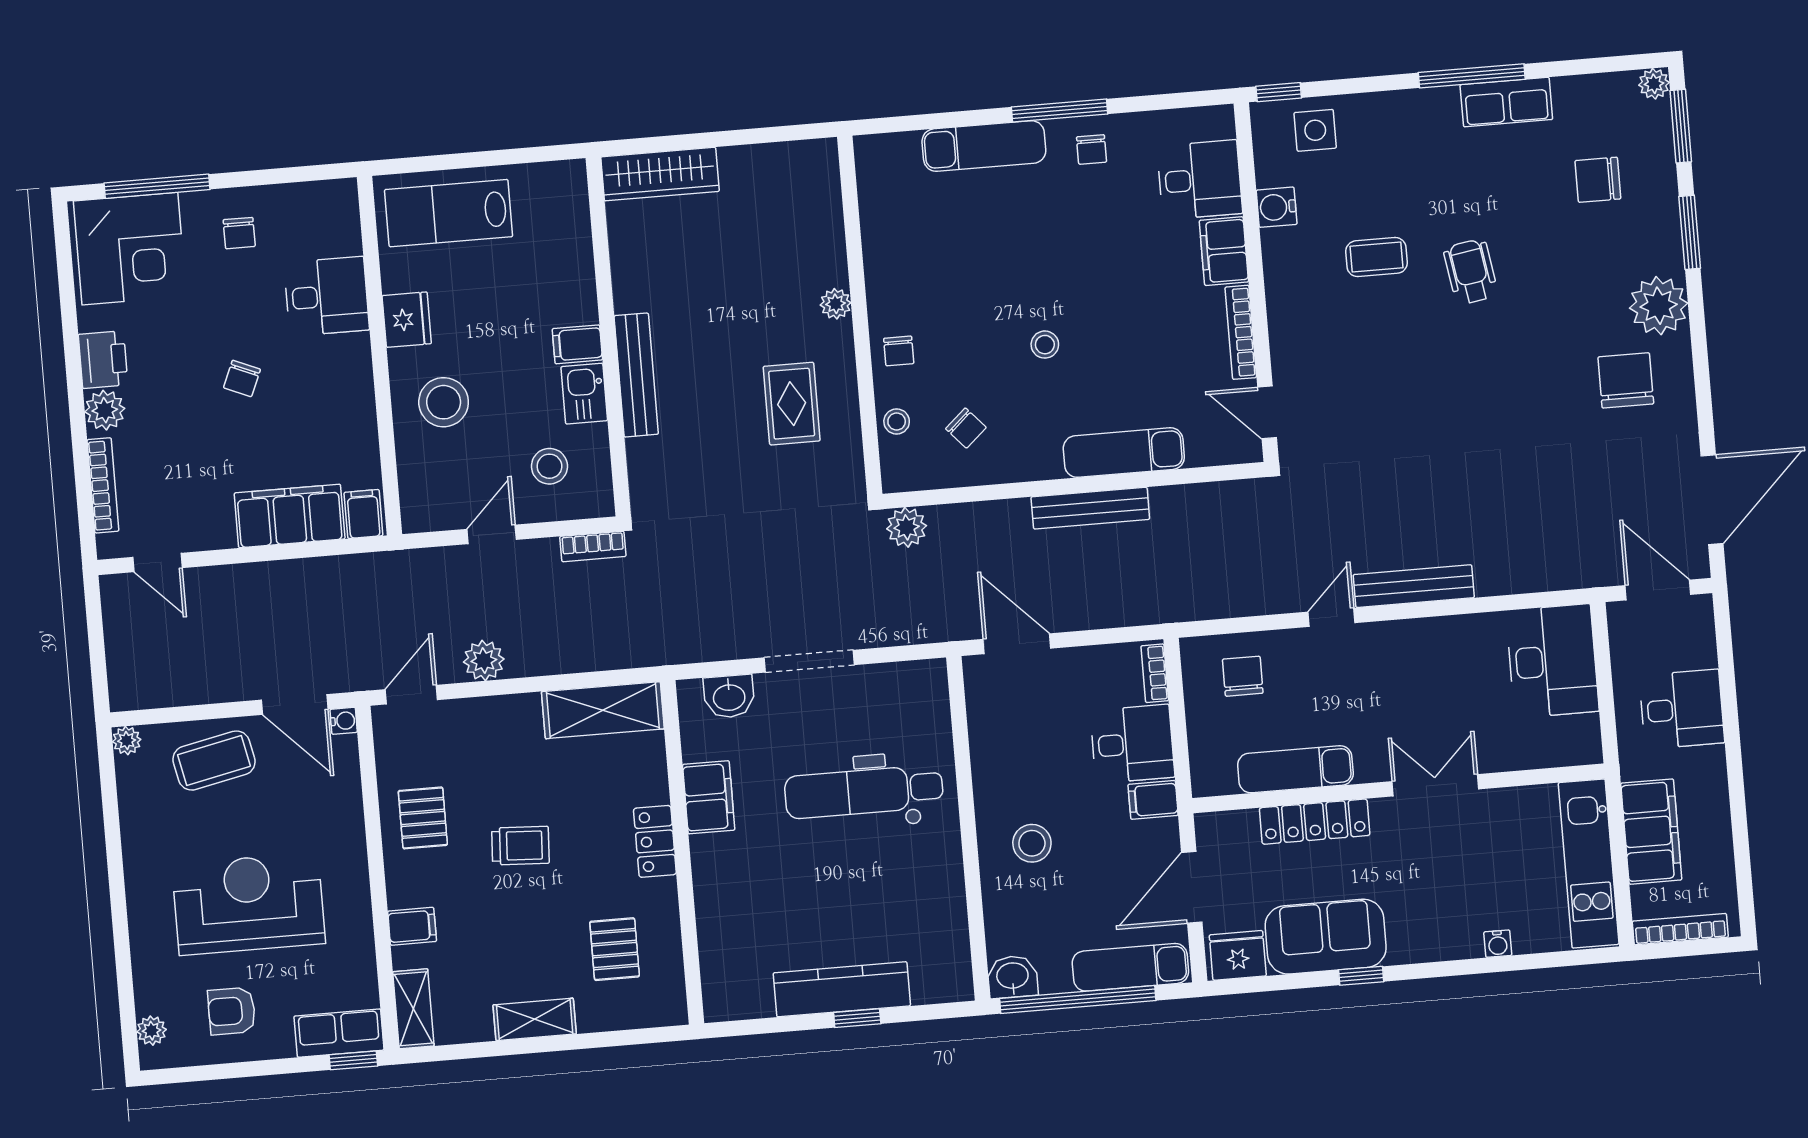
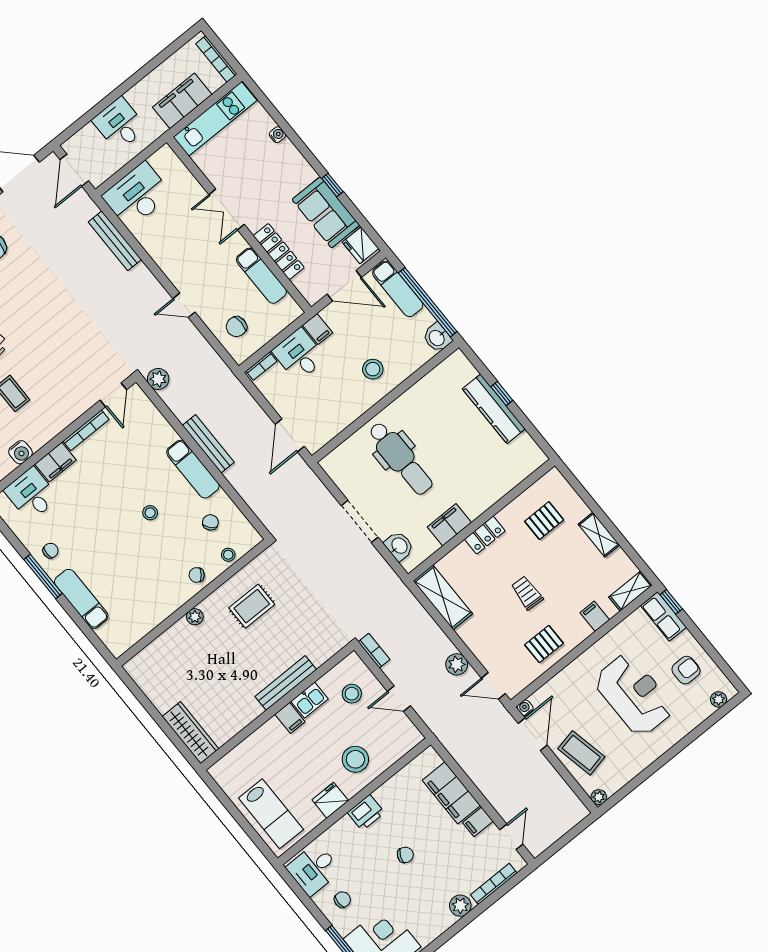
desk: (327, 296) -> (314, 869), moved, turned -90
chair: (899, 351) -> (197, 575), turned -142
printer: (103, 360) -> (366, 813), moved, turned 180
exam couch: (1124, 453) -> (193, 469), moved
filing cabinet: (363, 514) -> (478, 822), moved
plant: (907, 527) -> (158, 379), moved
bench: (1414, 586) -> (115, 241), moved
reception desk: (249, 904) -> (634, 695), turned 180
armchair: (232, 1011) -> (686, 670), turned -90

